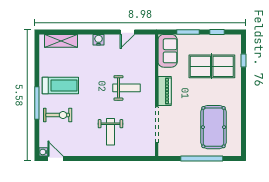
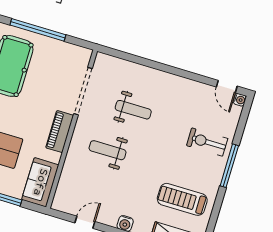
treadmill: (60, 85) -> (182, 199), moved
weight bench: (110, 132) -> (133, 110), moved, turned 90

